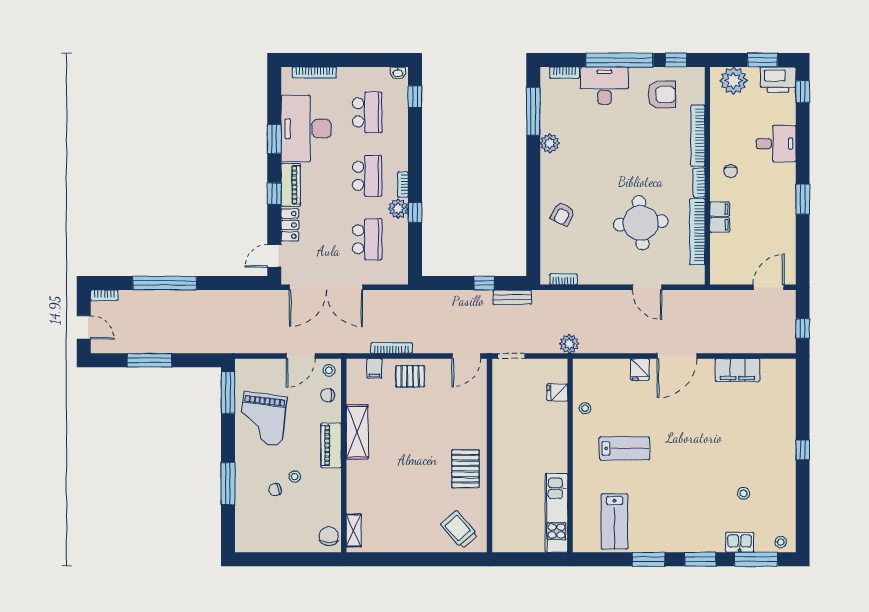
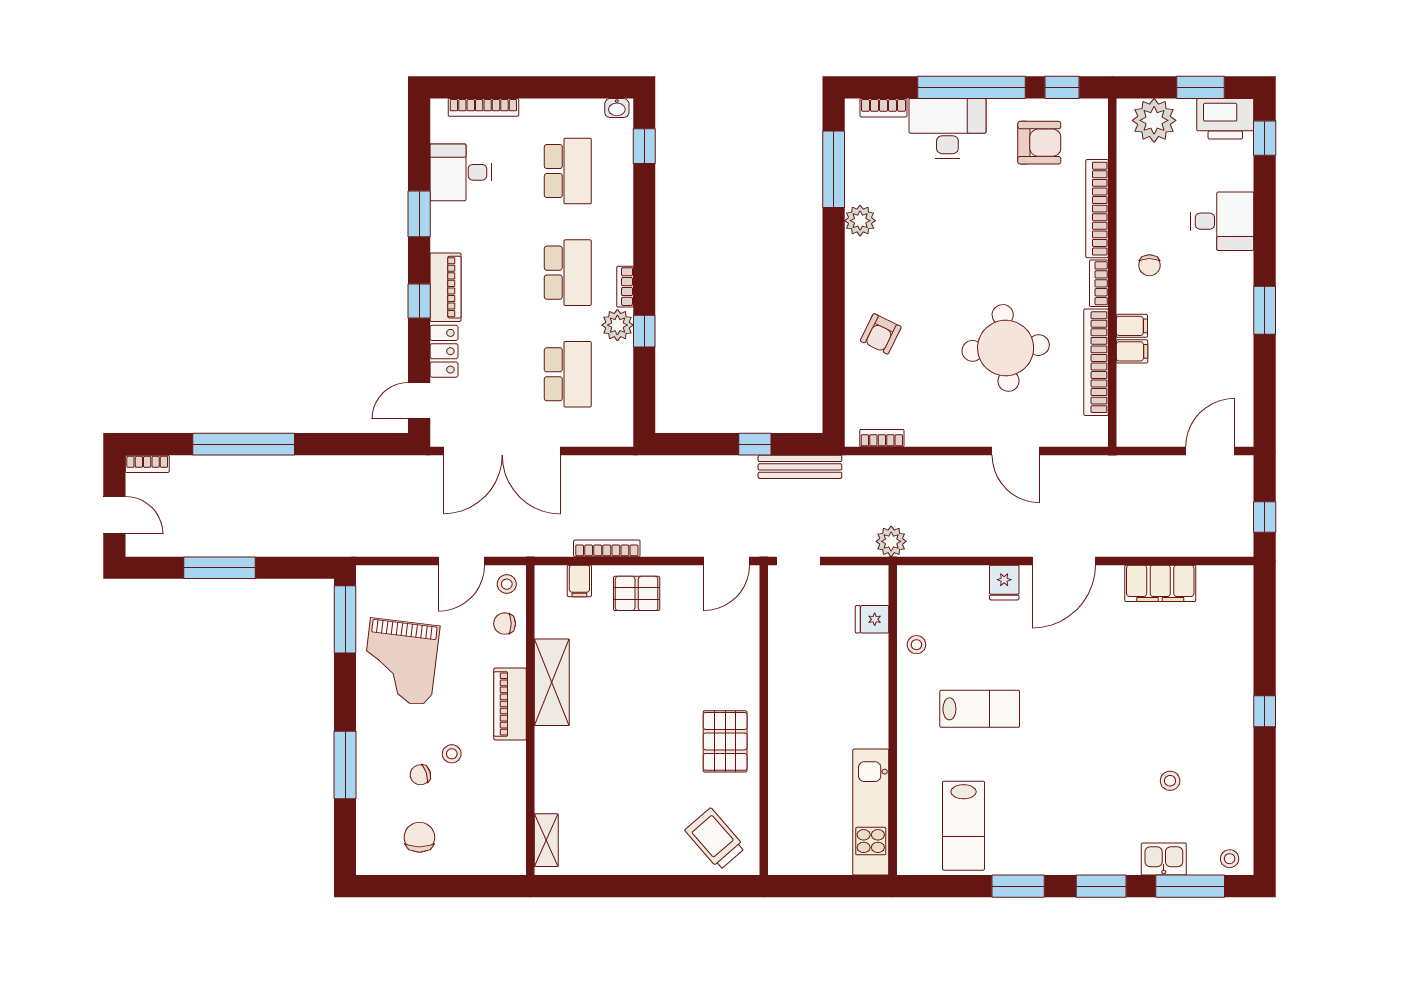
desk: (306, 129) -> (461, 172), width x0.53, depth x0.77
bench: (512, 297) -> (800, 467), width x1.36
chair: (329, 536) -> (419, 837), moved

